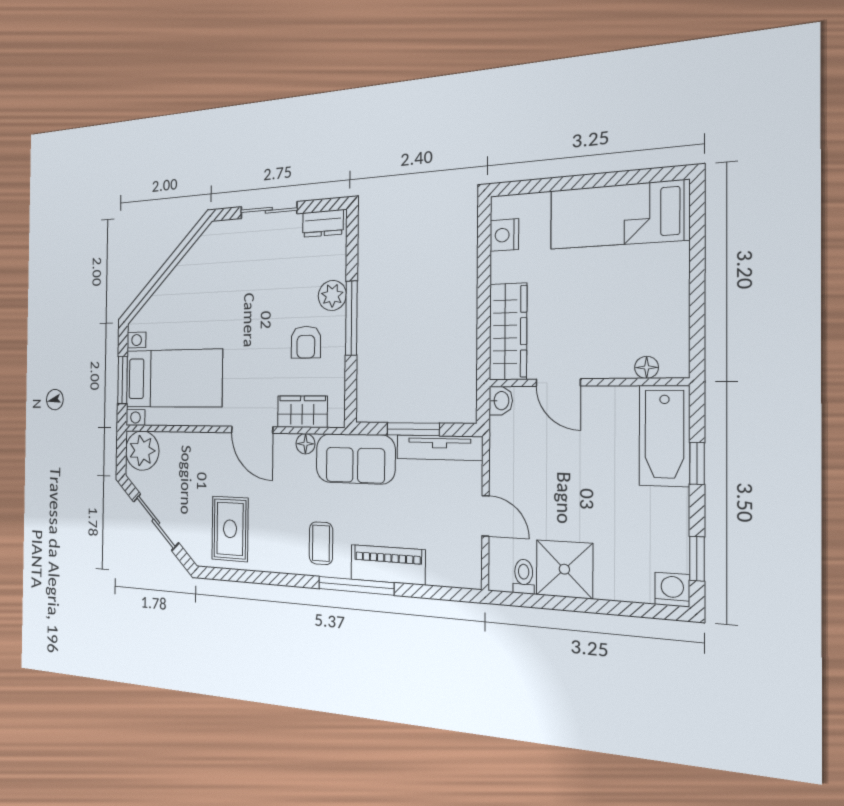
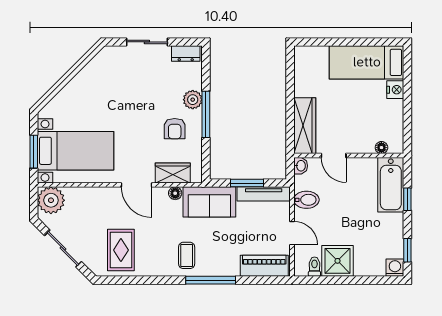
nightstand: (504, 235) -> (395, 90), moved, turned 180
bidet: (510, 459) -> (306, 200), added
piano: (388, 565) -> (264, 266), moved

